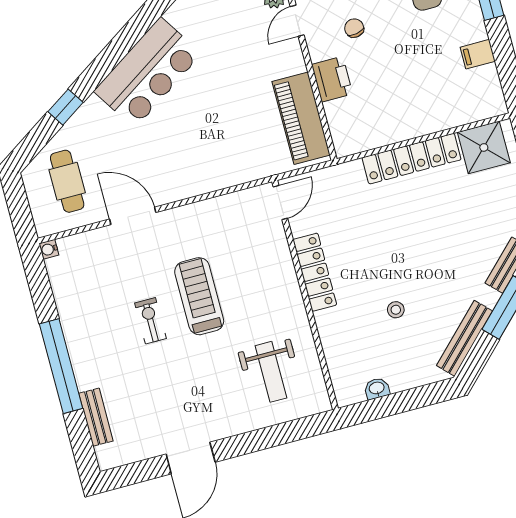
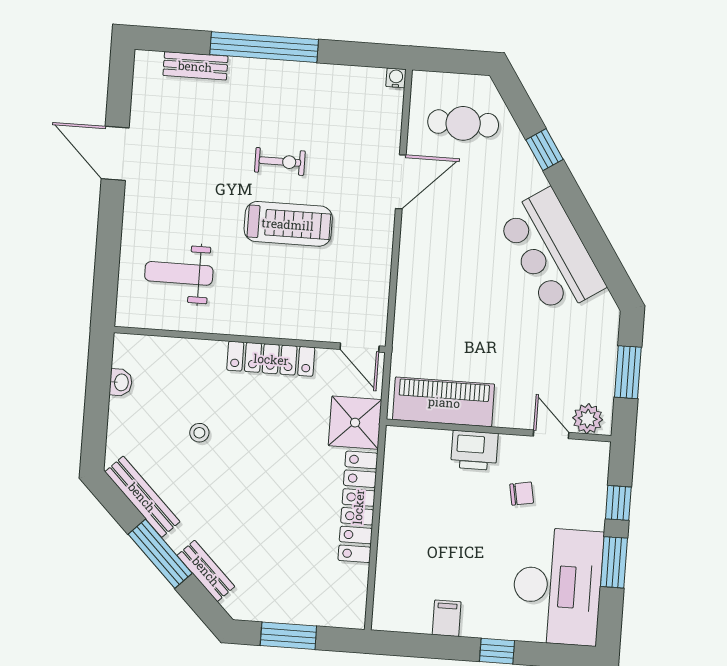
shower: (484, 147) -> (355, 423), moved

